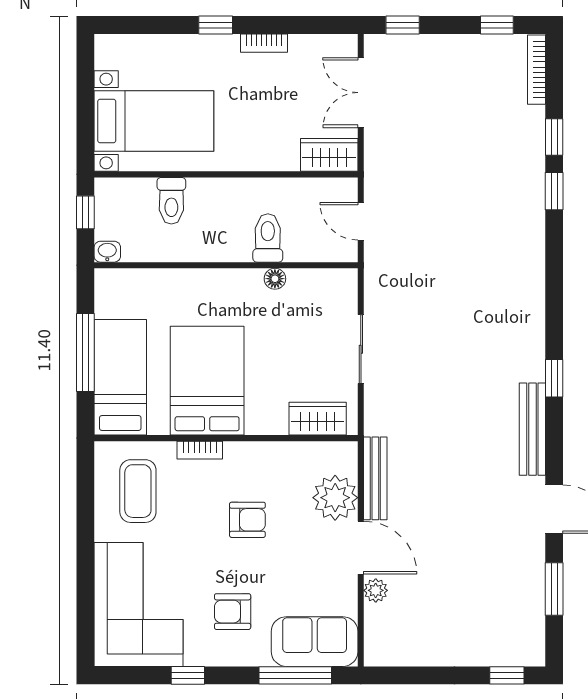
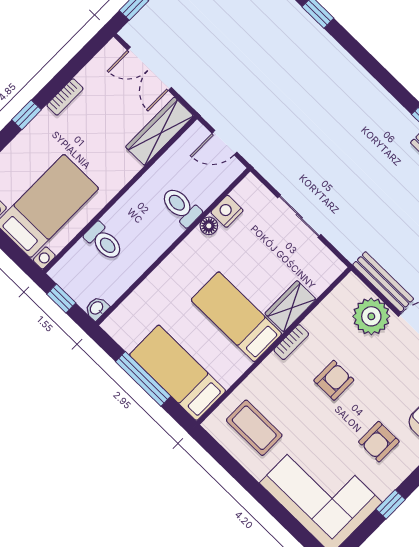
wardrobe: (329, 155) -> (159, 131), width x1.50
nightstand: (303, 282) -> (227, 211), added
bed: (207, 381) -> (236, 317), width x0.67
wardrobe: (318, 419) -> (290, 306), moved
bookcase: (200, 450) -> (291, 342), moved

